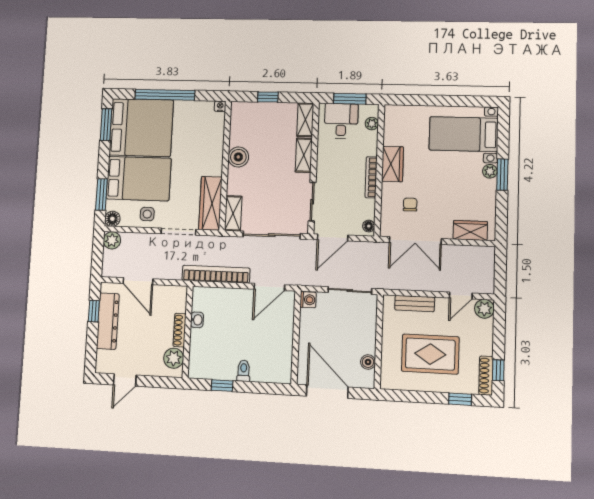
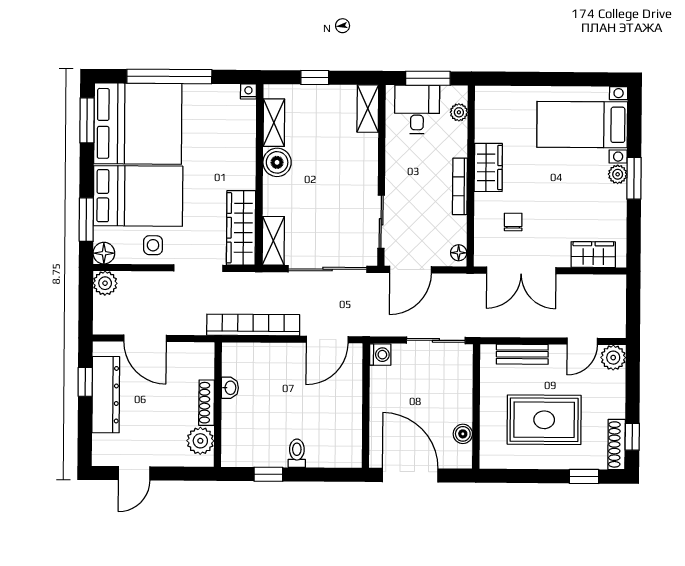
shelving: (304, 155) -> (274, 123), moved

